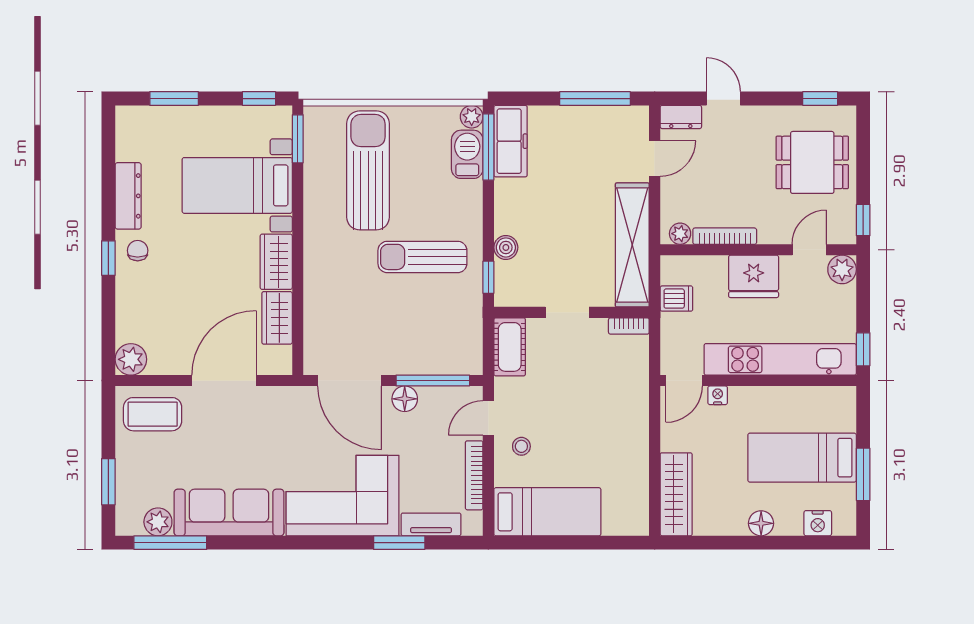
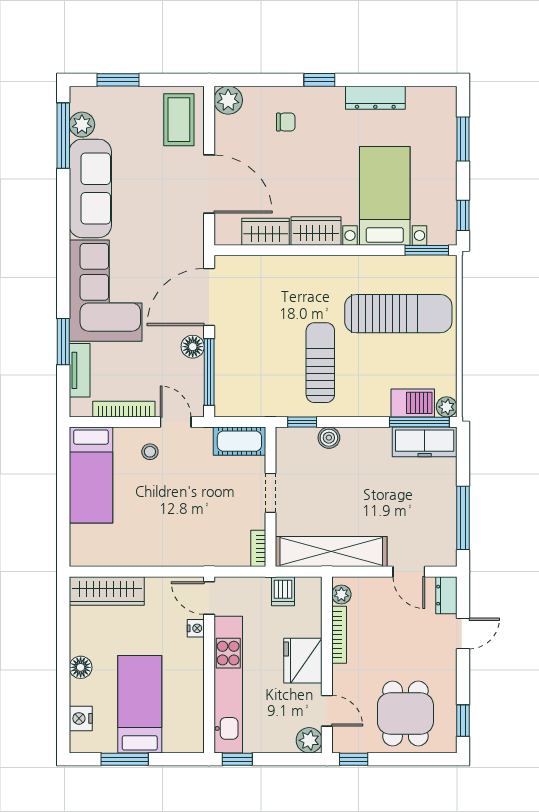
chair: (138, 251) -> (286, 122), moved

